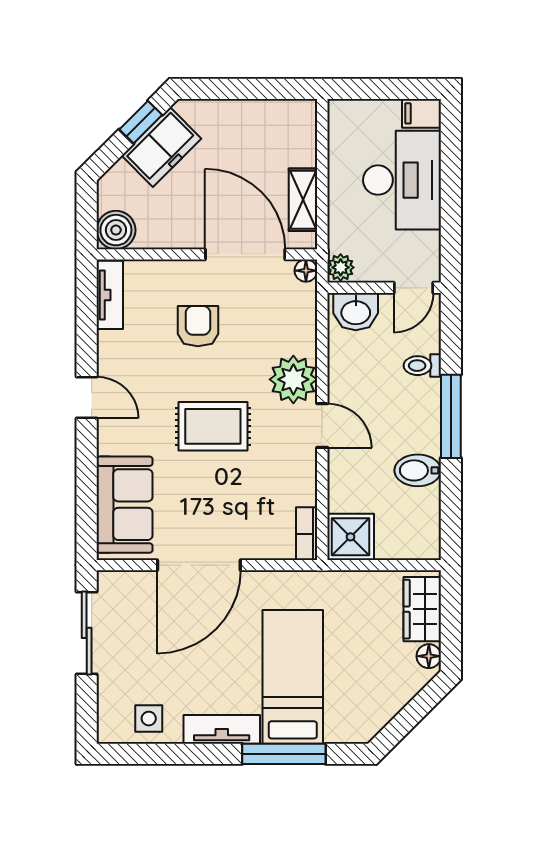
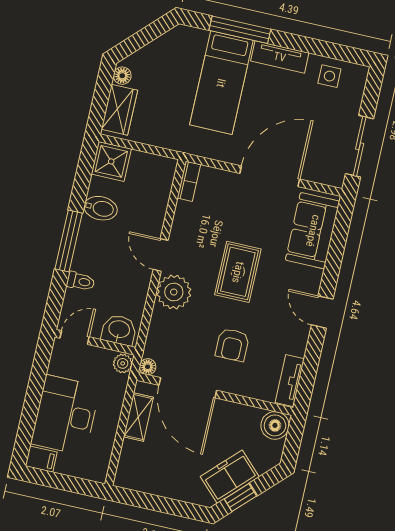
rug: (213, 426) -> (238, 272), turned 90
shower: (351, 537) -> (111, 161), moved

